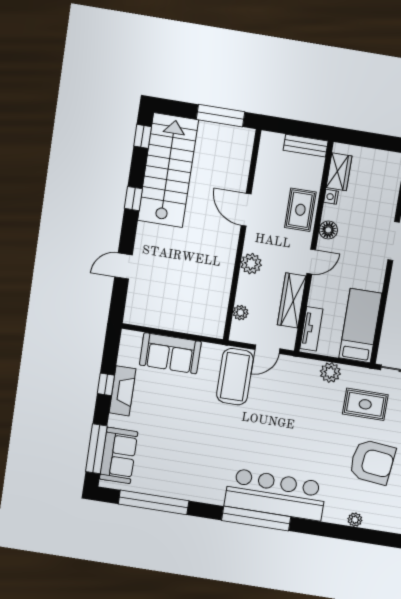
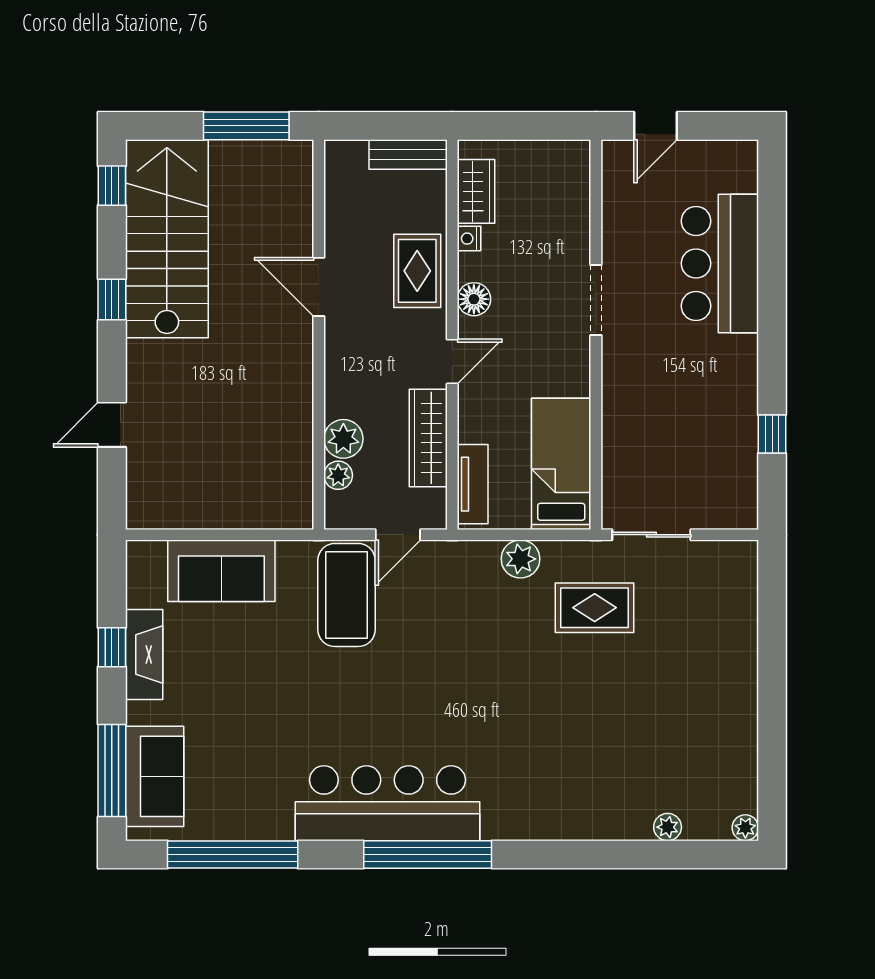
plant: (251, 264) -> (343, 439), moved
armchair: (372, 462) -> (625, 713), removed
bar counter: (275, 494) -> (387, 803), moved
plant: (355, 520) -> (668, 827), moved

